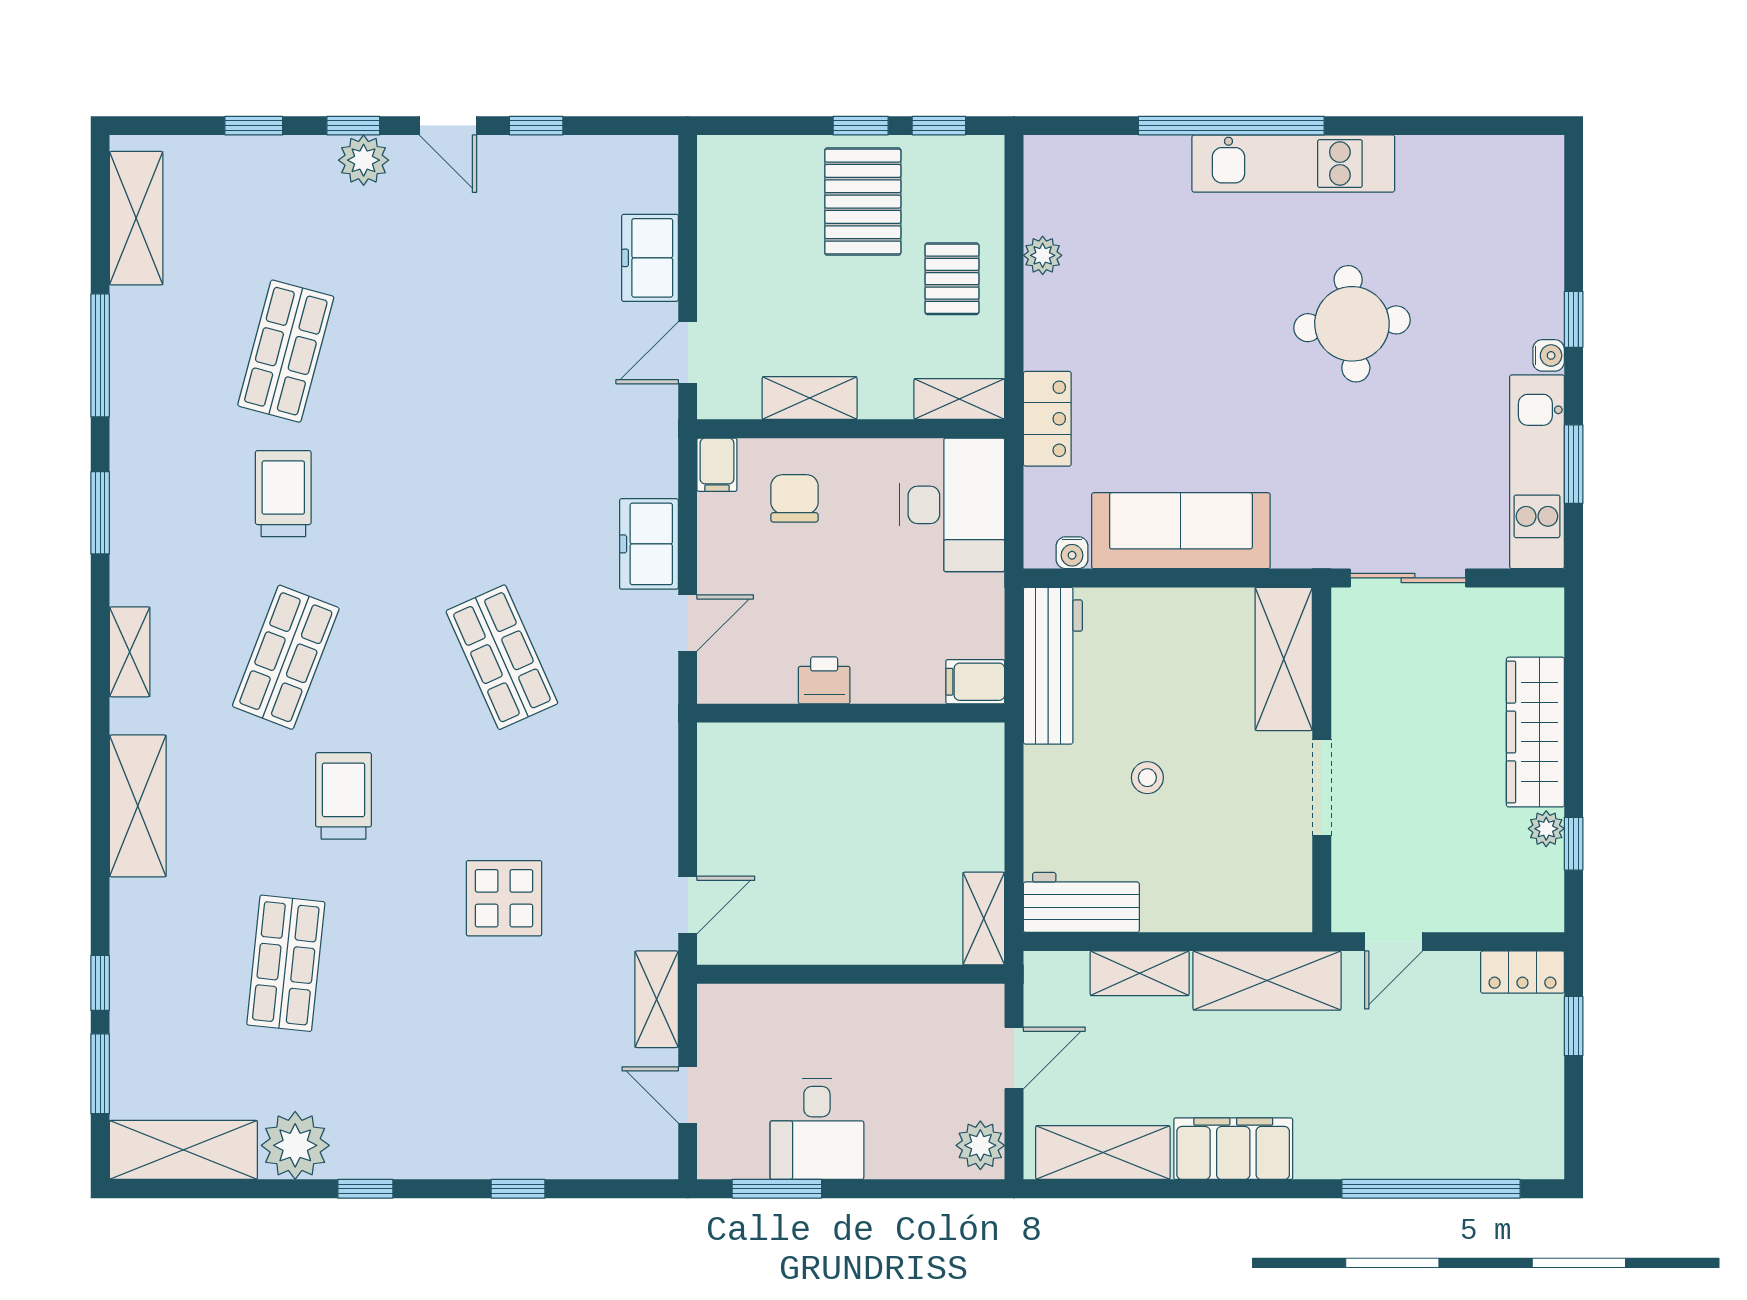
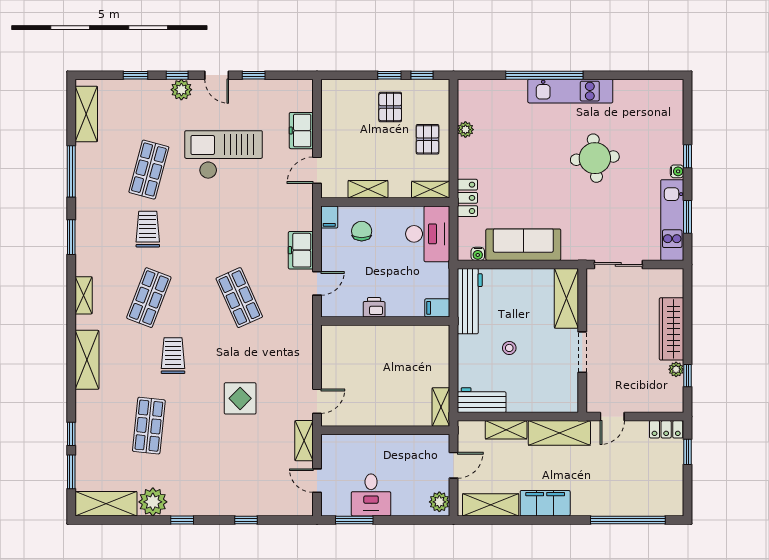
pallet: (863, 202) -> (390, 107), width x0.67, depth x0.71
checkout: (464, 315) -> (224, 155), added

